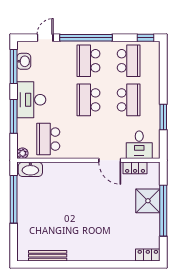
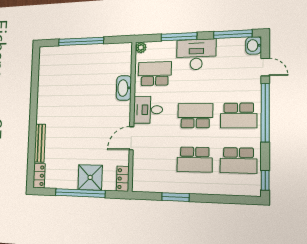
washbasin: (24, 61) -> (254, 45), moved, turned 90
school desk: (88, 61) -> (239, 115), turned 180
desk: (139, 145) -> (148, 110), moved
locker: (135, 168) -> (123, 179), moved
washbasin: (30, 169) -> (124, 88), moved
window: (14, 199) -> (81, 41), moved
bench: (48, 256) -> (40, 143), moved

